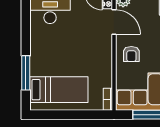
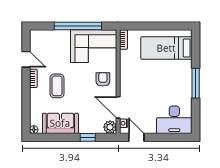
window: (26, 73) -> (196, 83), moved

